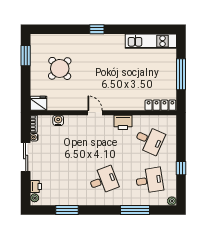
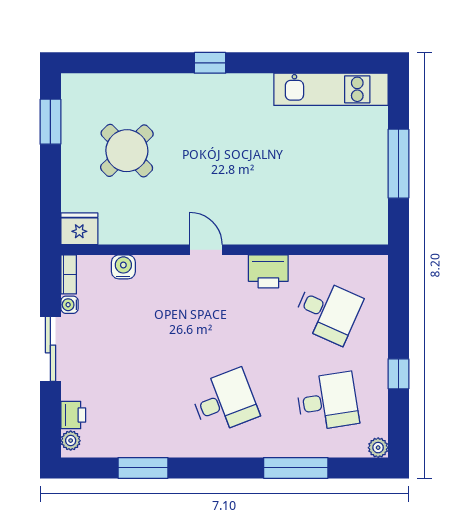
locker: (160, 105) -> (353, 233), removed

